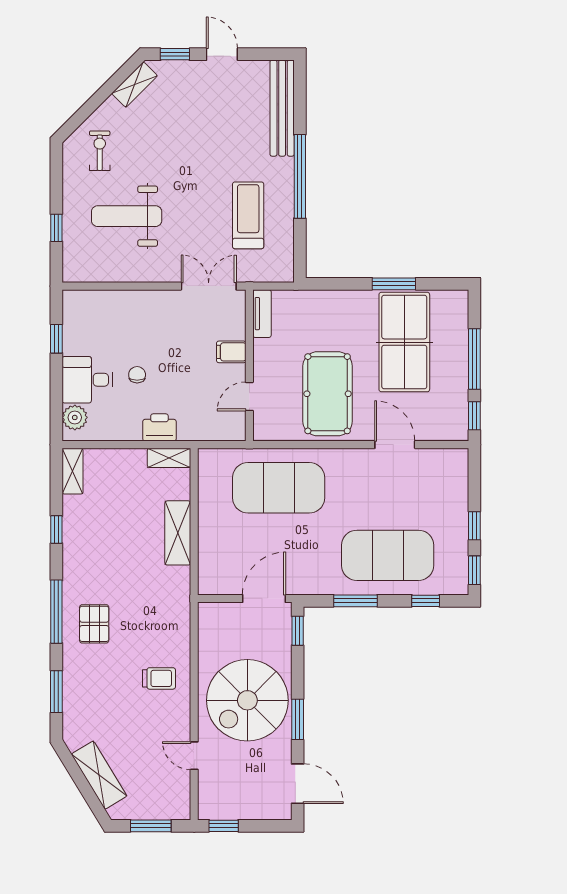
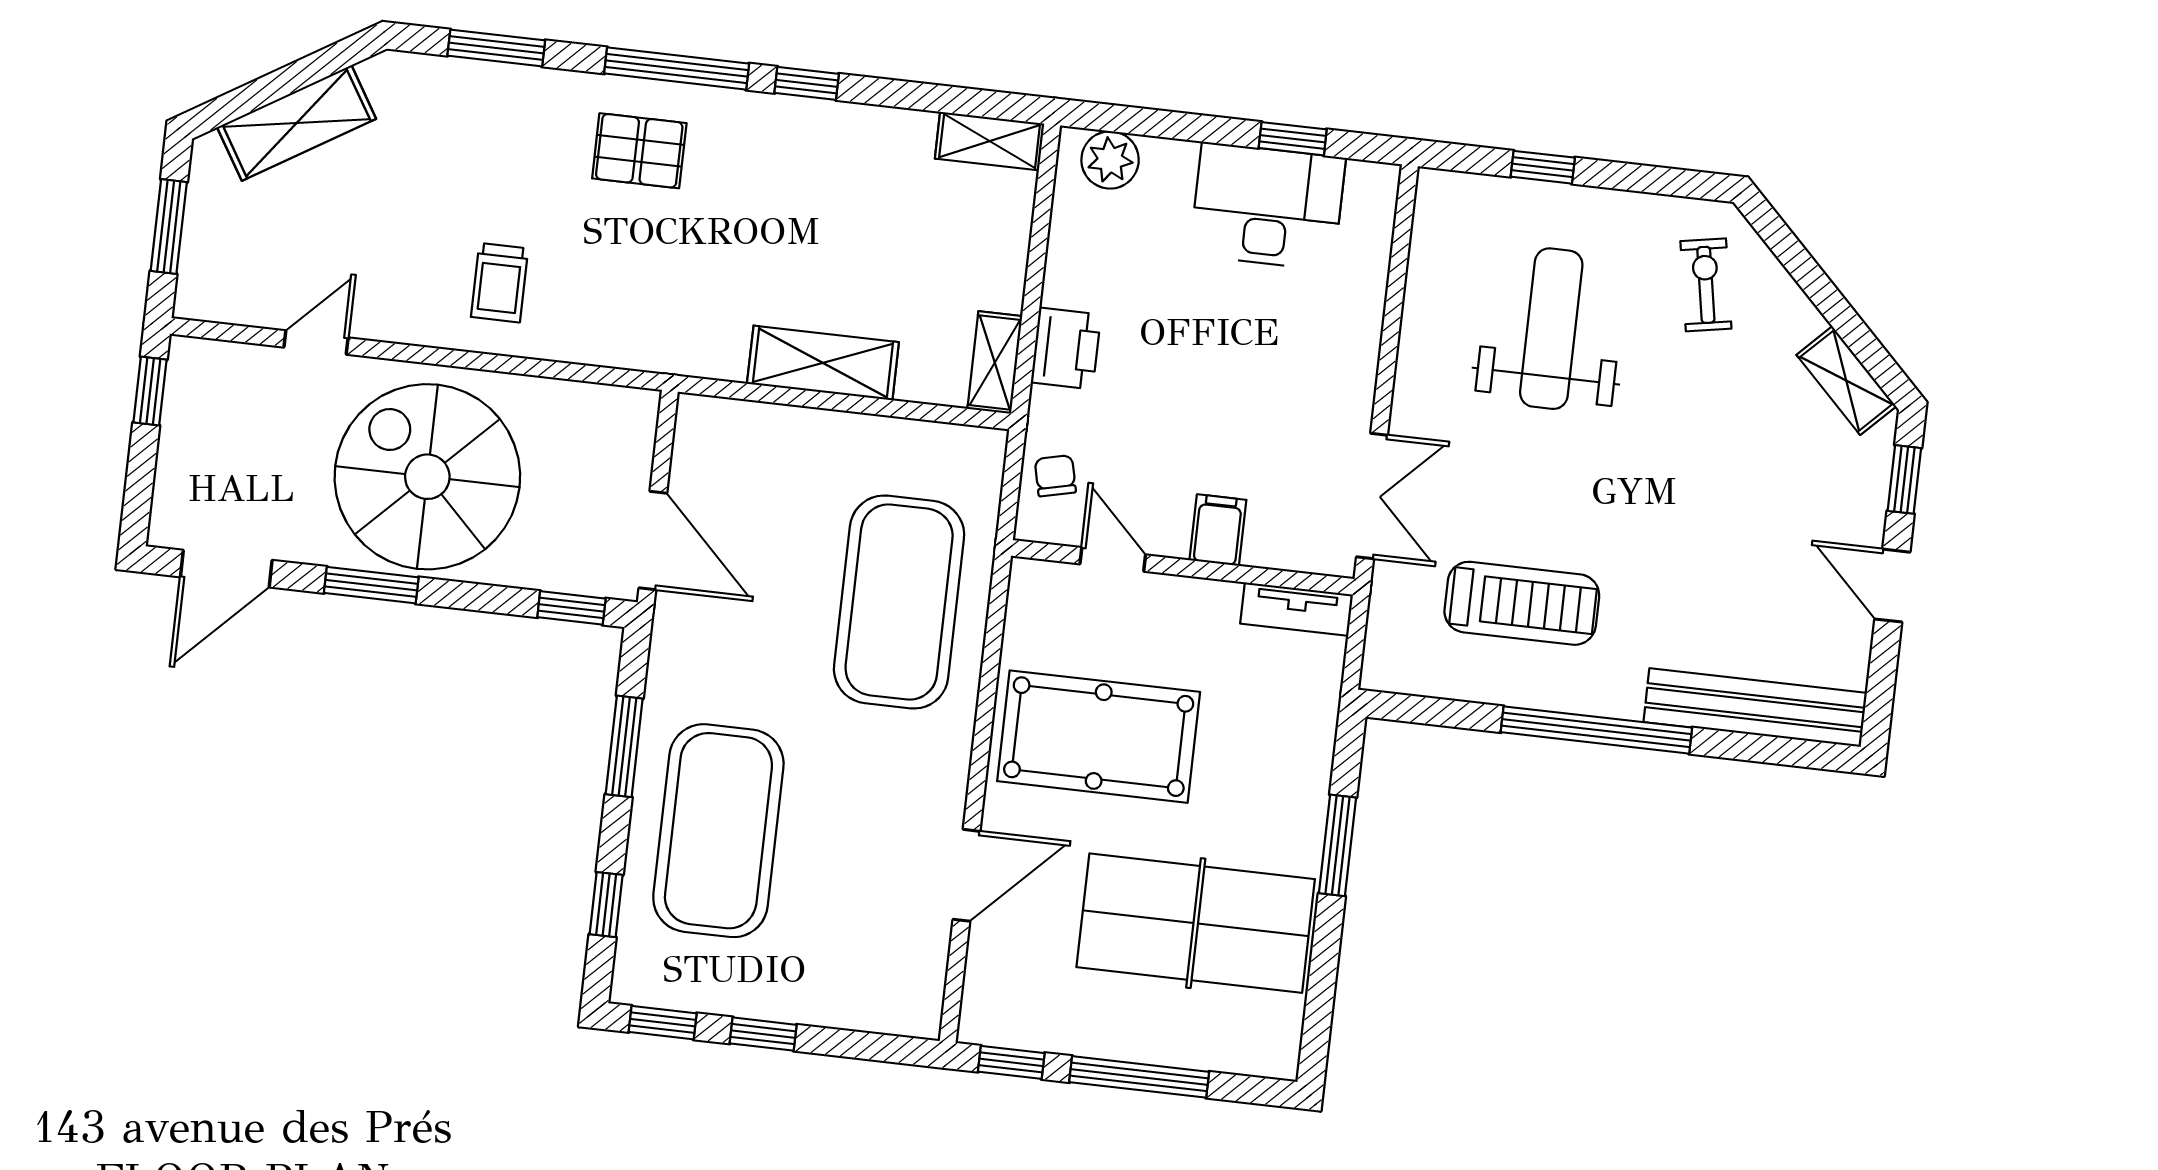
door: (222, 54) -> (1892, 586), swing flipped
exercise bike: (100, 151) -> (1706, 285), turned -100
window: (394, 284) -> (1338, 845), moved
chair: (137, 375) -> (1055, 476), moved, turned -103
desk: (87, 380) -> (1268, 206), moved, width x1.37
window: (56, 530) -> (807, 83), moved

